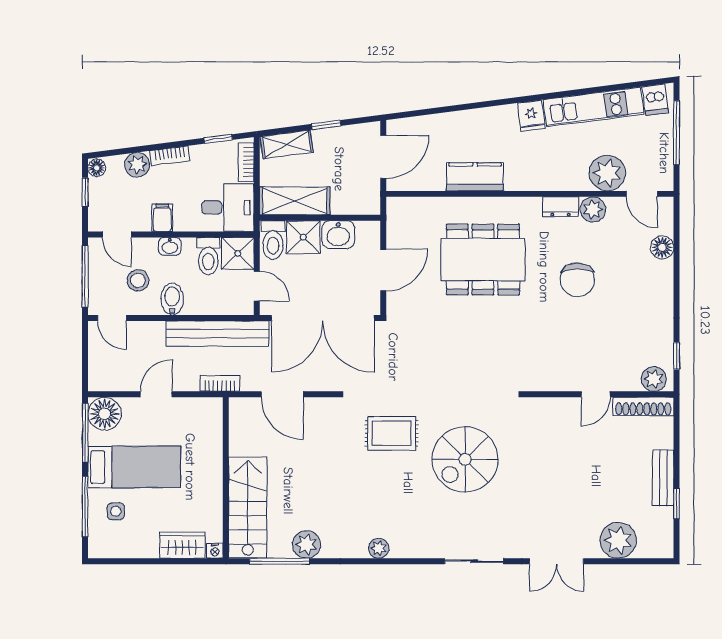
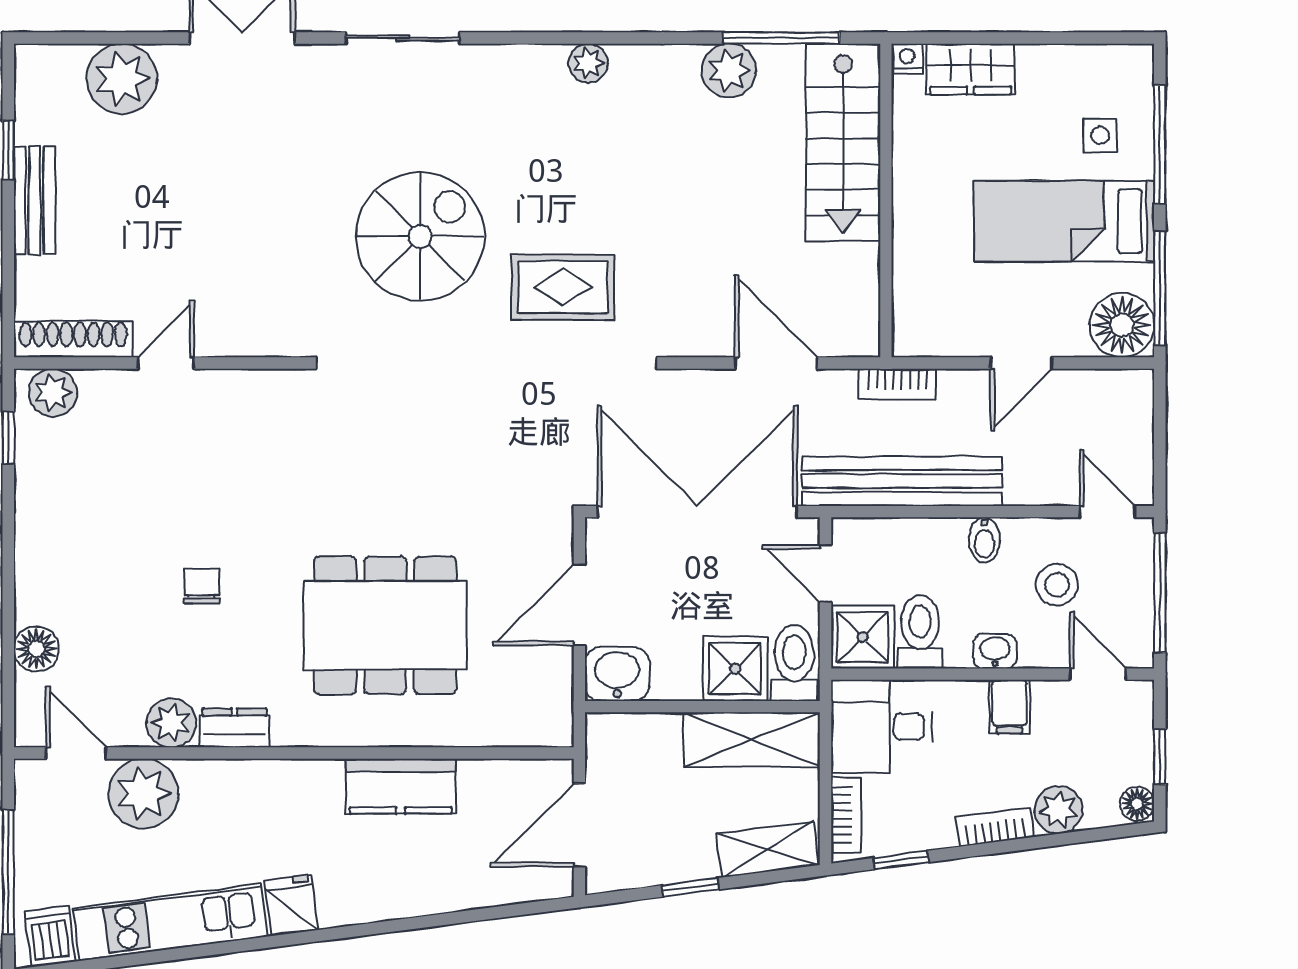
washbasin: (338, 235) -> (617, 674), moved
chair: (577, 280) -> (202, 586), width x0.54, depth x0.54
bidet: (172, 299) -> (984, 540), width x0.72, depth x0.74

